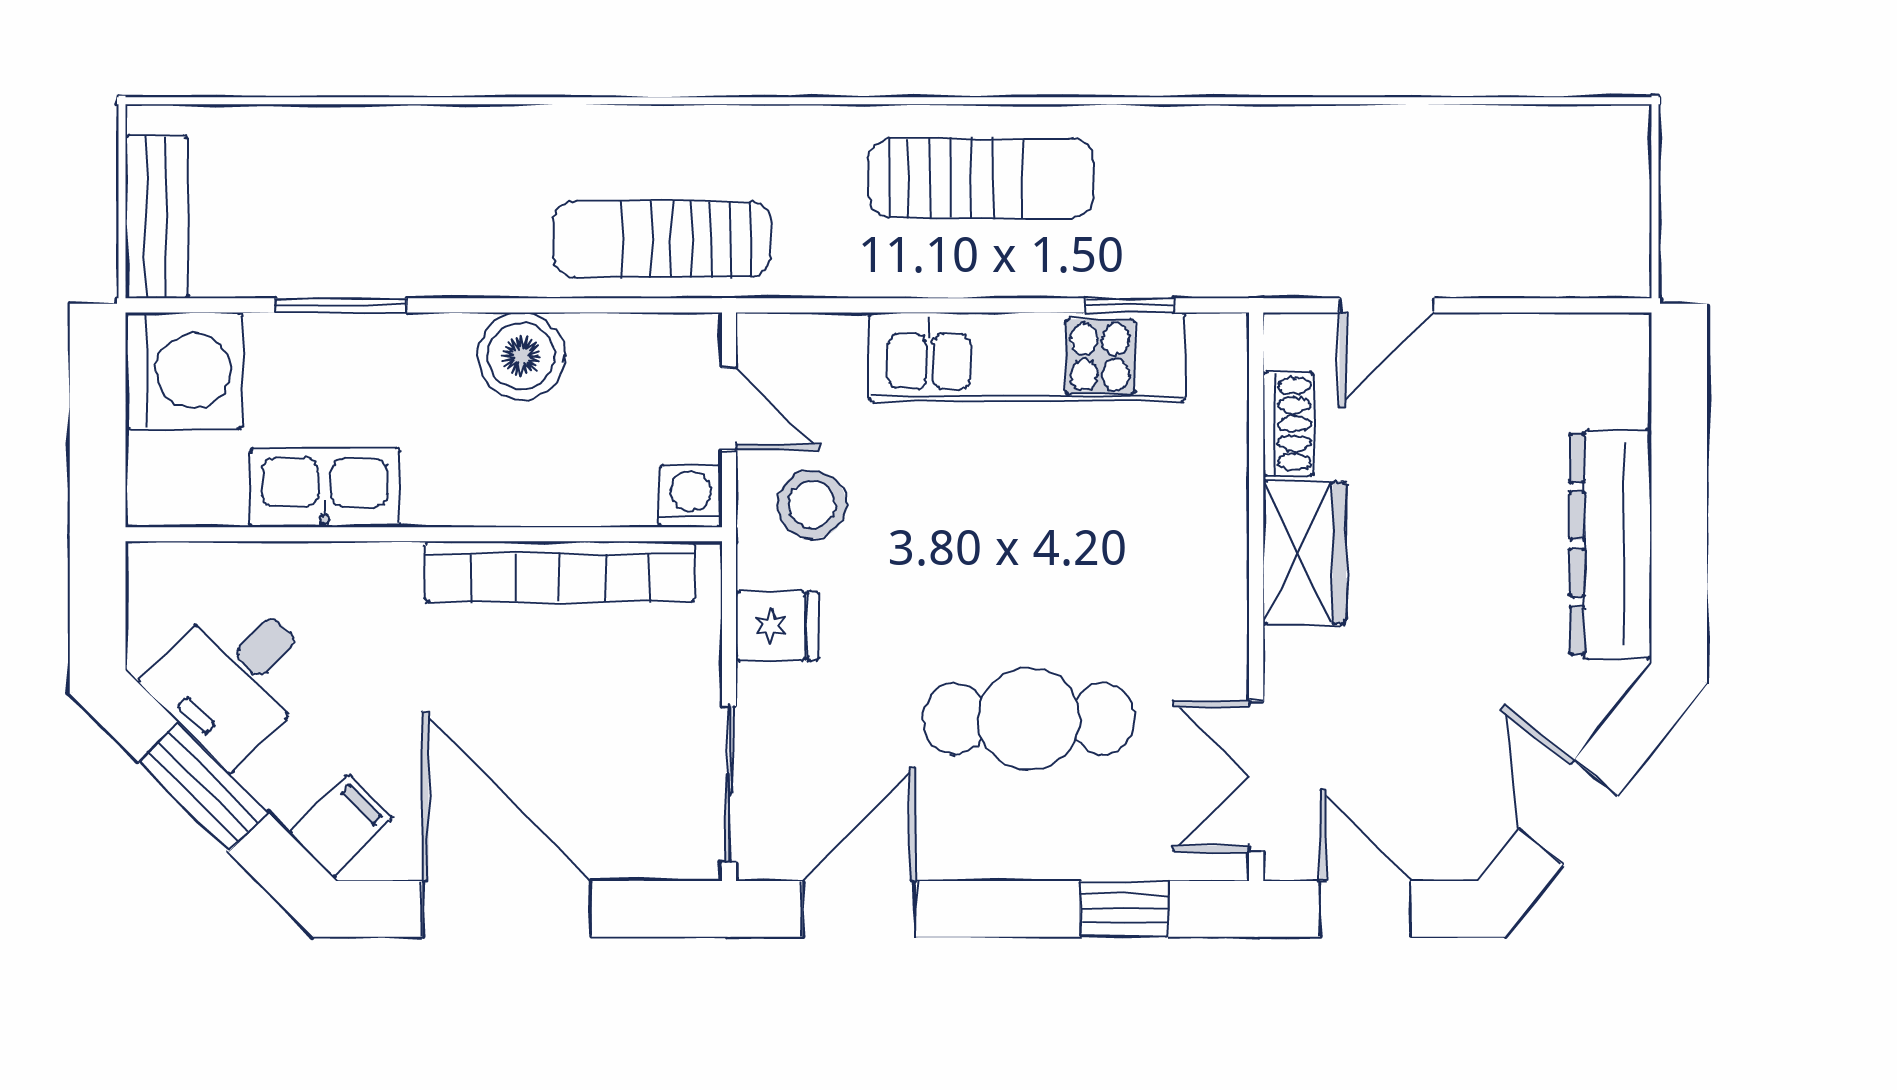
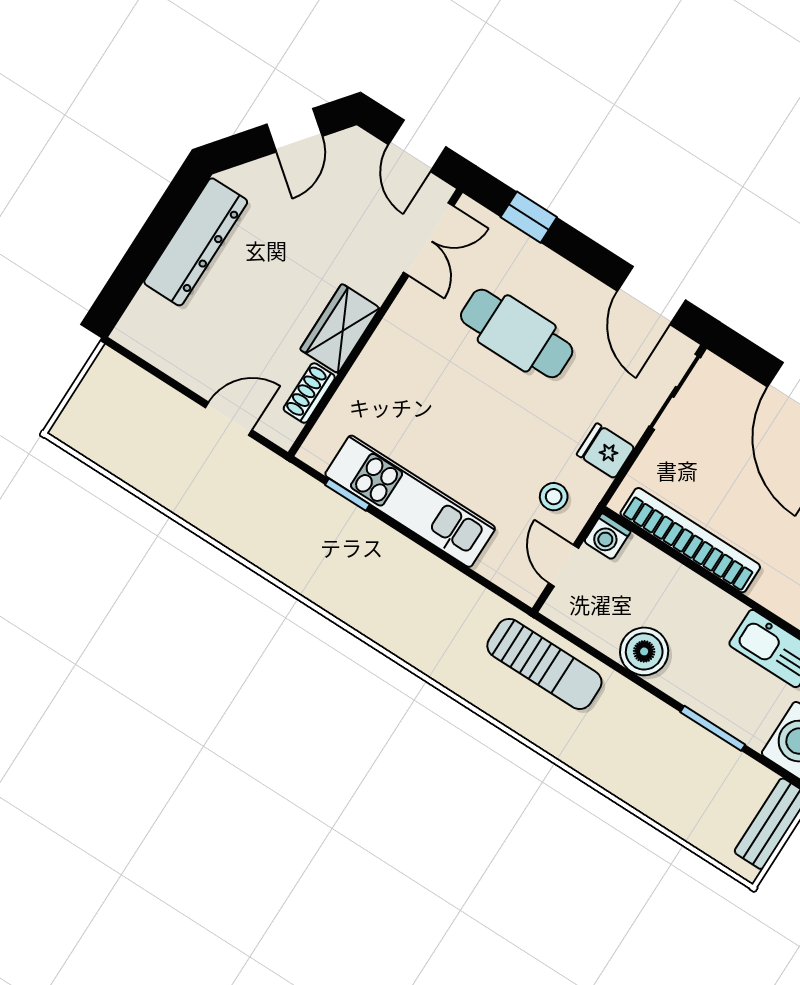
sun lounger: (981, 178) -> (379, 598), removed
stool: (812, 505) -> (554, 497), width x0.73, depth x0.73
door: (859, 909) -> (651, 296), hinge flipped

